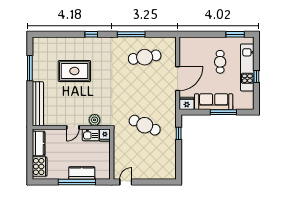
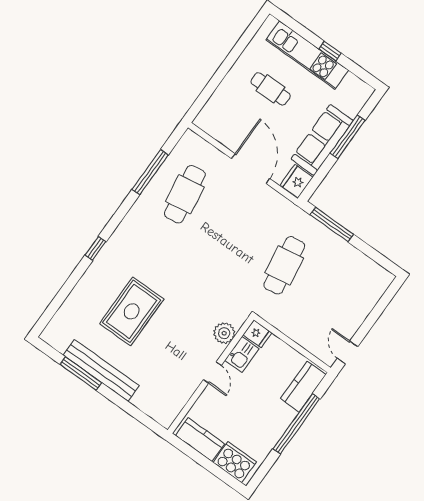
window: (131, 34) -> (150, 172), moved
window: (235, 34) -> (246, 38), removed
bench: (38, 104) -> (101, 370), moved
cafe table: (145, 125) -> (284, 265), turned -33
window: (179, 133) -> (332, 224), width x2.17
kitchen counter: (82, 173) -> (303, 387), moved

